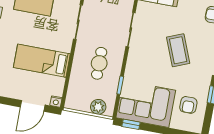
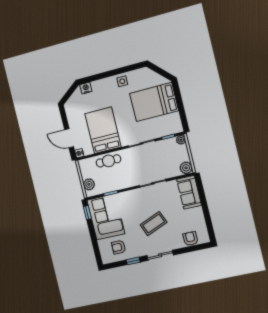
bed: (42, 61) -> (103, 130), width x1.50
cafe table: (99, 63) -> (108, 161), moved

